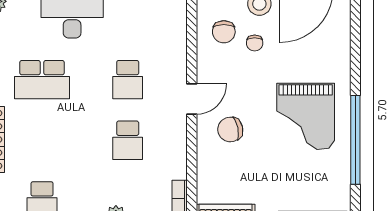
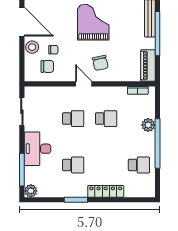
school desk: (42, 80) -> (73, 165), width x0.54
grand piano: (306, 116) -> (93, 22), turned -90

